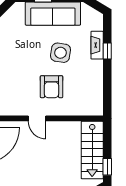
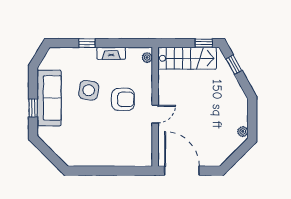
fireplace: (97, 45) -> (111, 53), moved
plant: (93, 111) -> (147, 58), added

